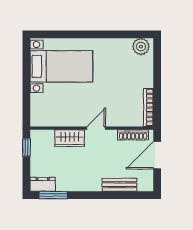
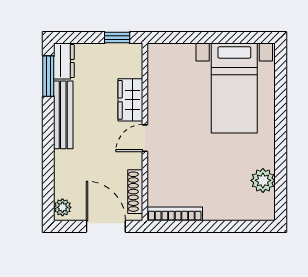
plant: (141, 47) -> (263, 180), moved
door: (96, 128) -> (145, 138), swing flipped
bench: (119, 185) -> (63, 115), moved, width x1.36
plant: (144, 185) -> (62, 207), added

